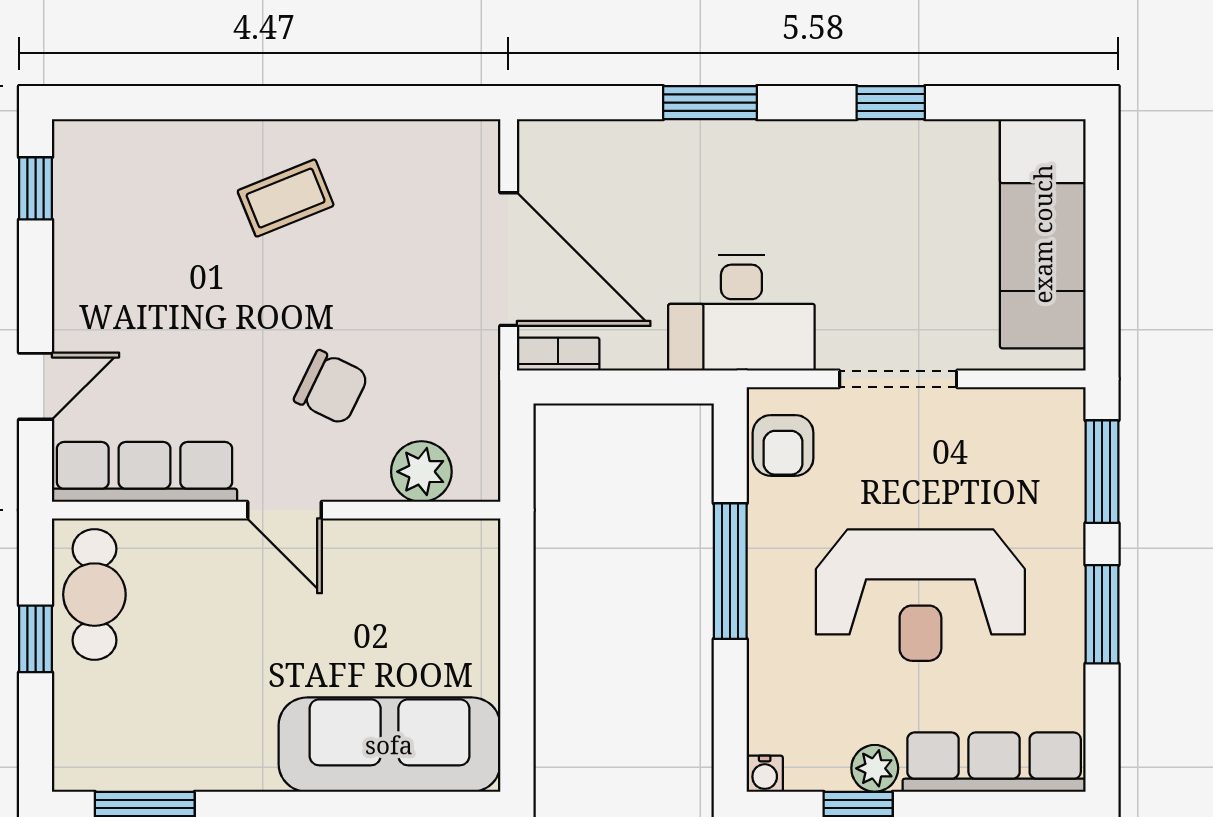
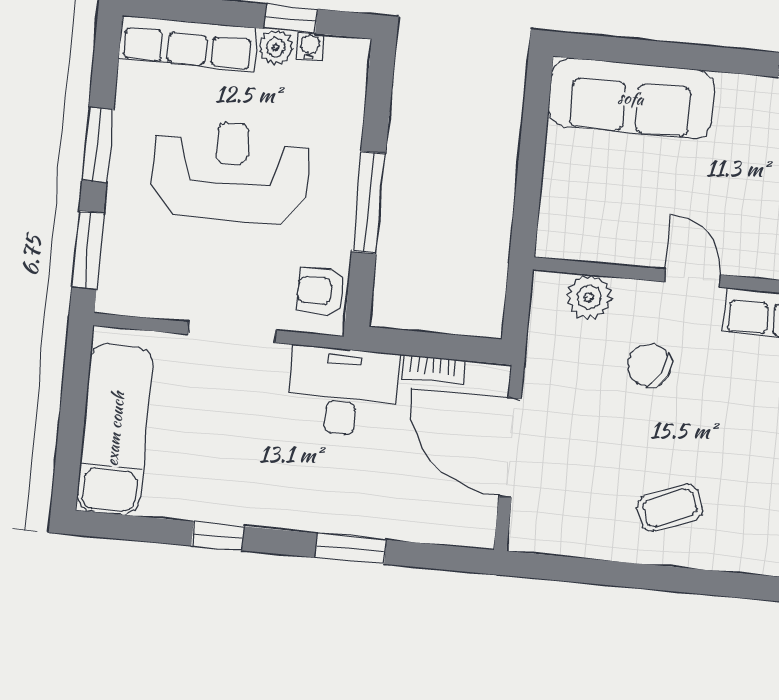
bookcase: (558, 354) -> (433, 370), moved
armchair: (783, 445) -> (321, 291), turned -90
water cooler: (765, 774) -> (310, 46), moved

